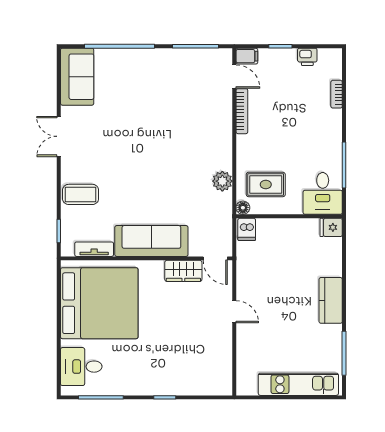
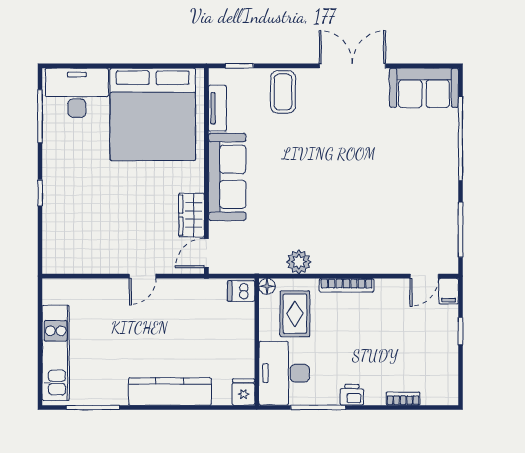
printer: (307, 57) -> (352, 395), moved, turned 90
bookcase: (242, 111) -> (347, 285), moved
double door: (59, 136) -> (352, 66), width x1.37
desk: (323, 193) -> (284, 373), width x1.37
kitchen counter: (331, 300) -> (170, 391), width x1.50
desk: (81, 367) -> (77, 93), width x1.37

